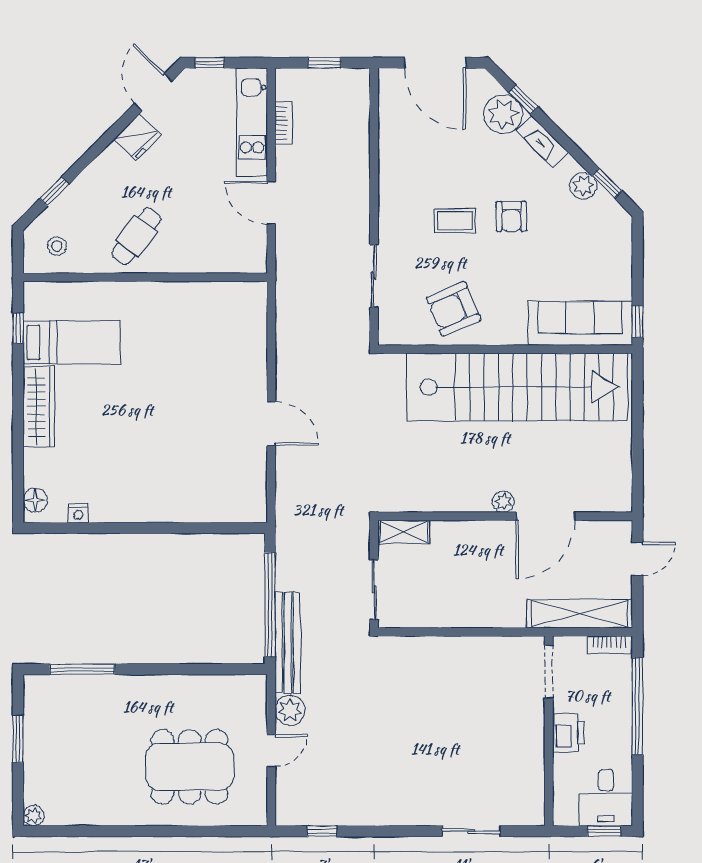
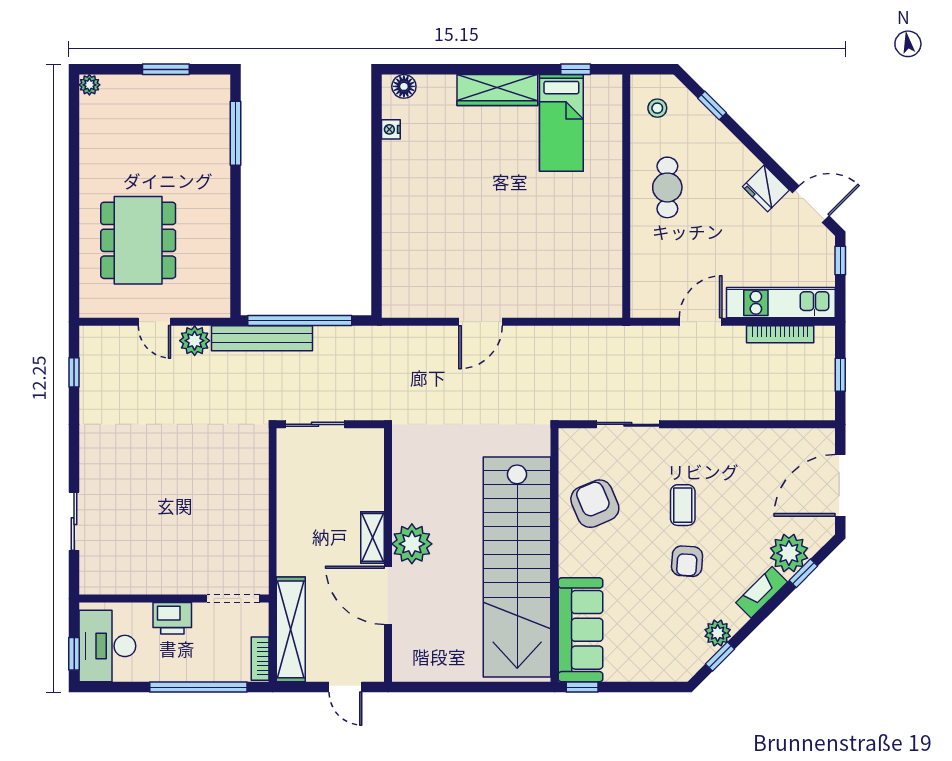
bookcase: (284, 123) -> (780, 334), width x1.56
armchair: (511, 216) -> (687, 561), turned -86
cafe table: (136, 236) -> (667, 187), turned 53
plant: (503, 502) -> (412, 544), width x1.88, depth x1.88
shelving: (404, 532) -> (372, 537), moved
desk: (606, 798) -> (107, 646), width x1.37

